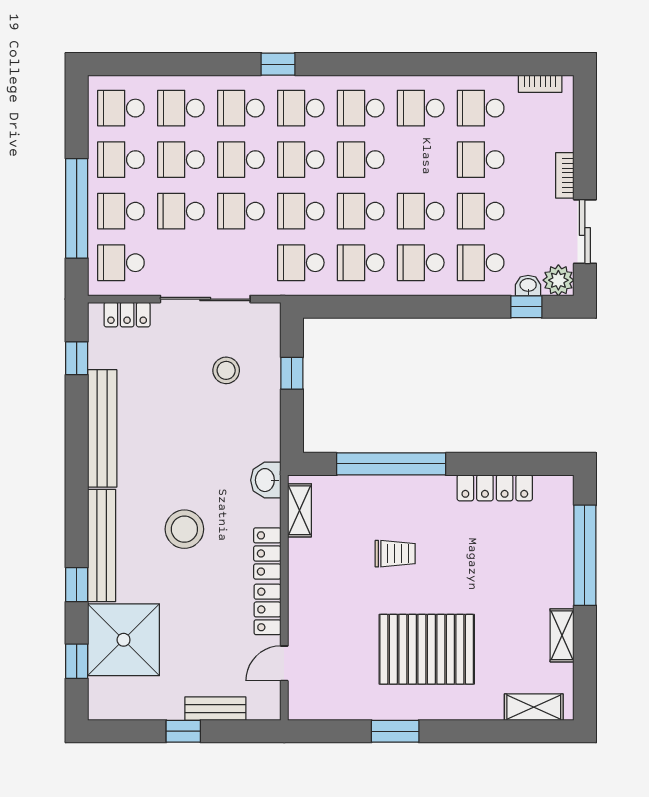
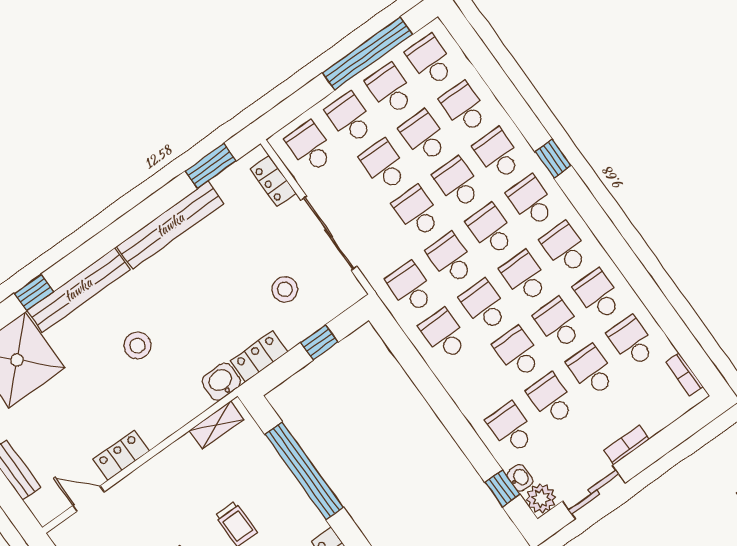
window: (77, 208) -> (368, 54), moved
school desk: (421, 263) -> (558, 324), moved
window: (77, 358) -> (211, 166), width x1.50
stool: (184, 529) -> (137, 346), width x0.73, depth x0.73
locker: (267, 553) -> (259, 356), moved

